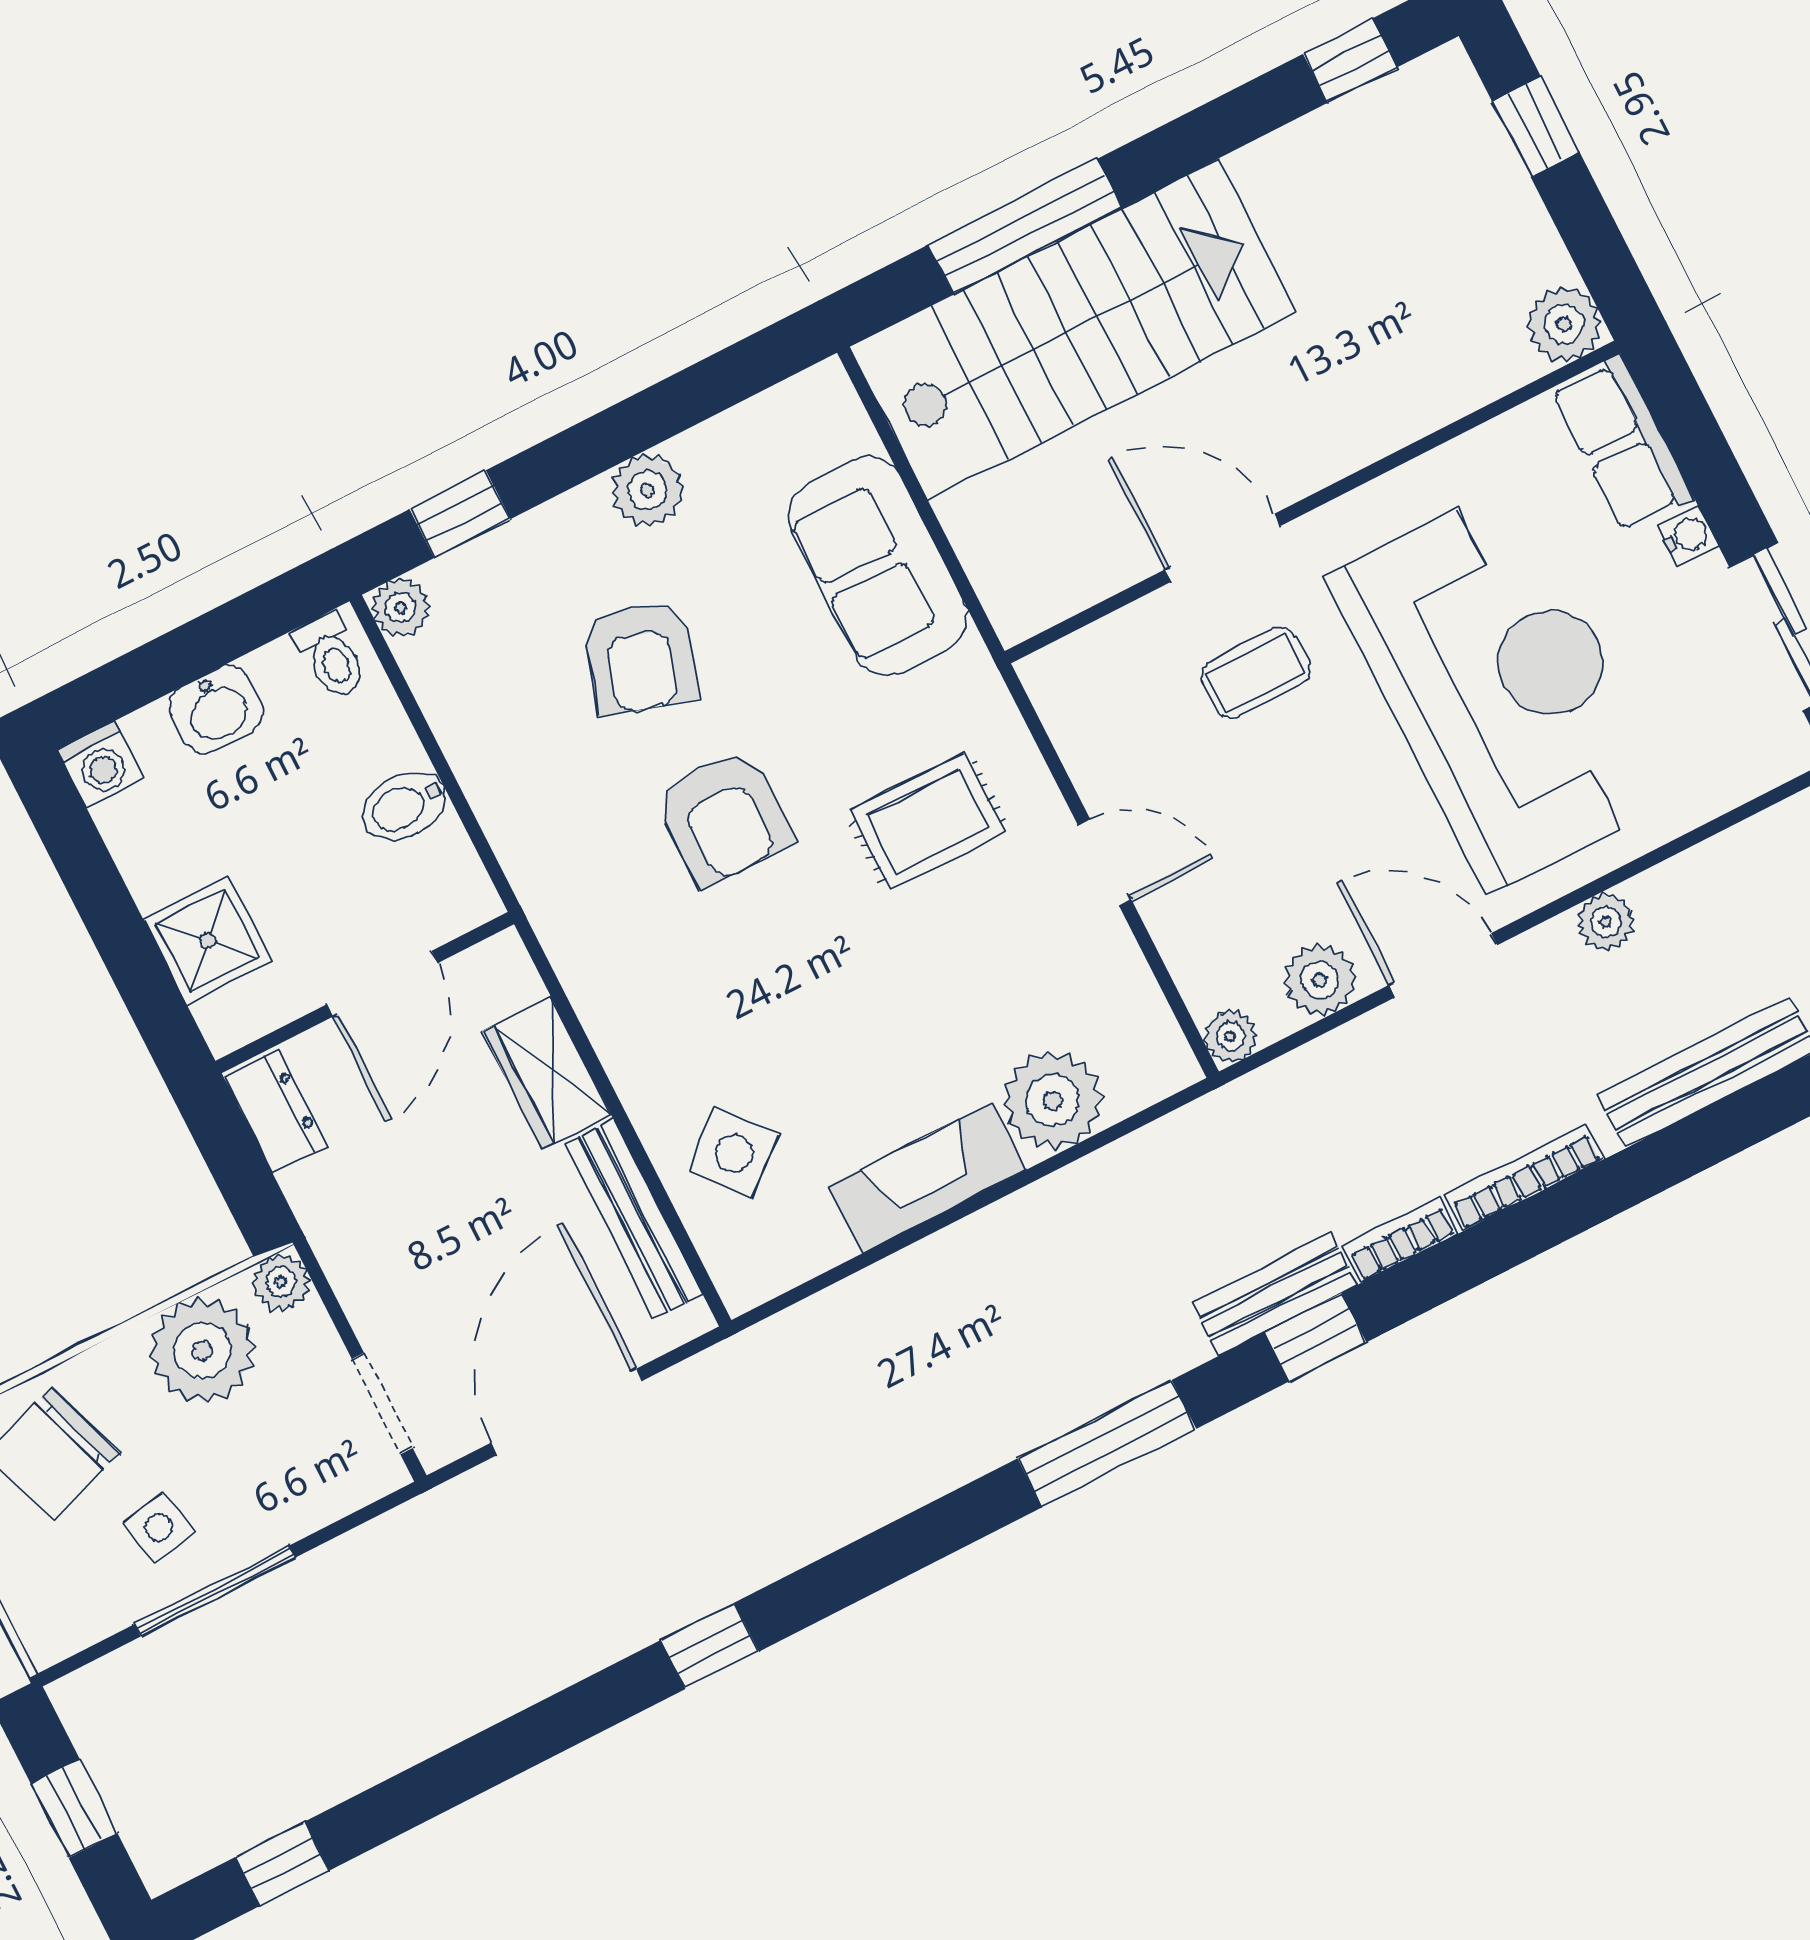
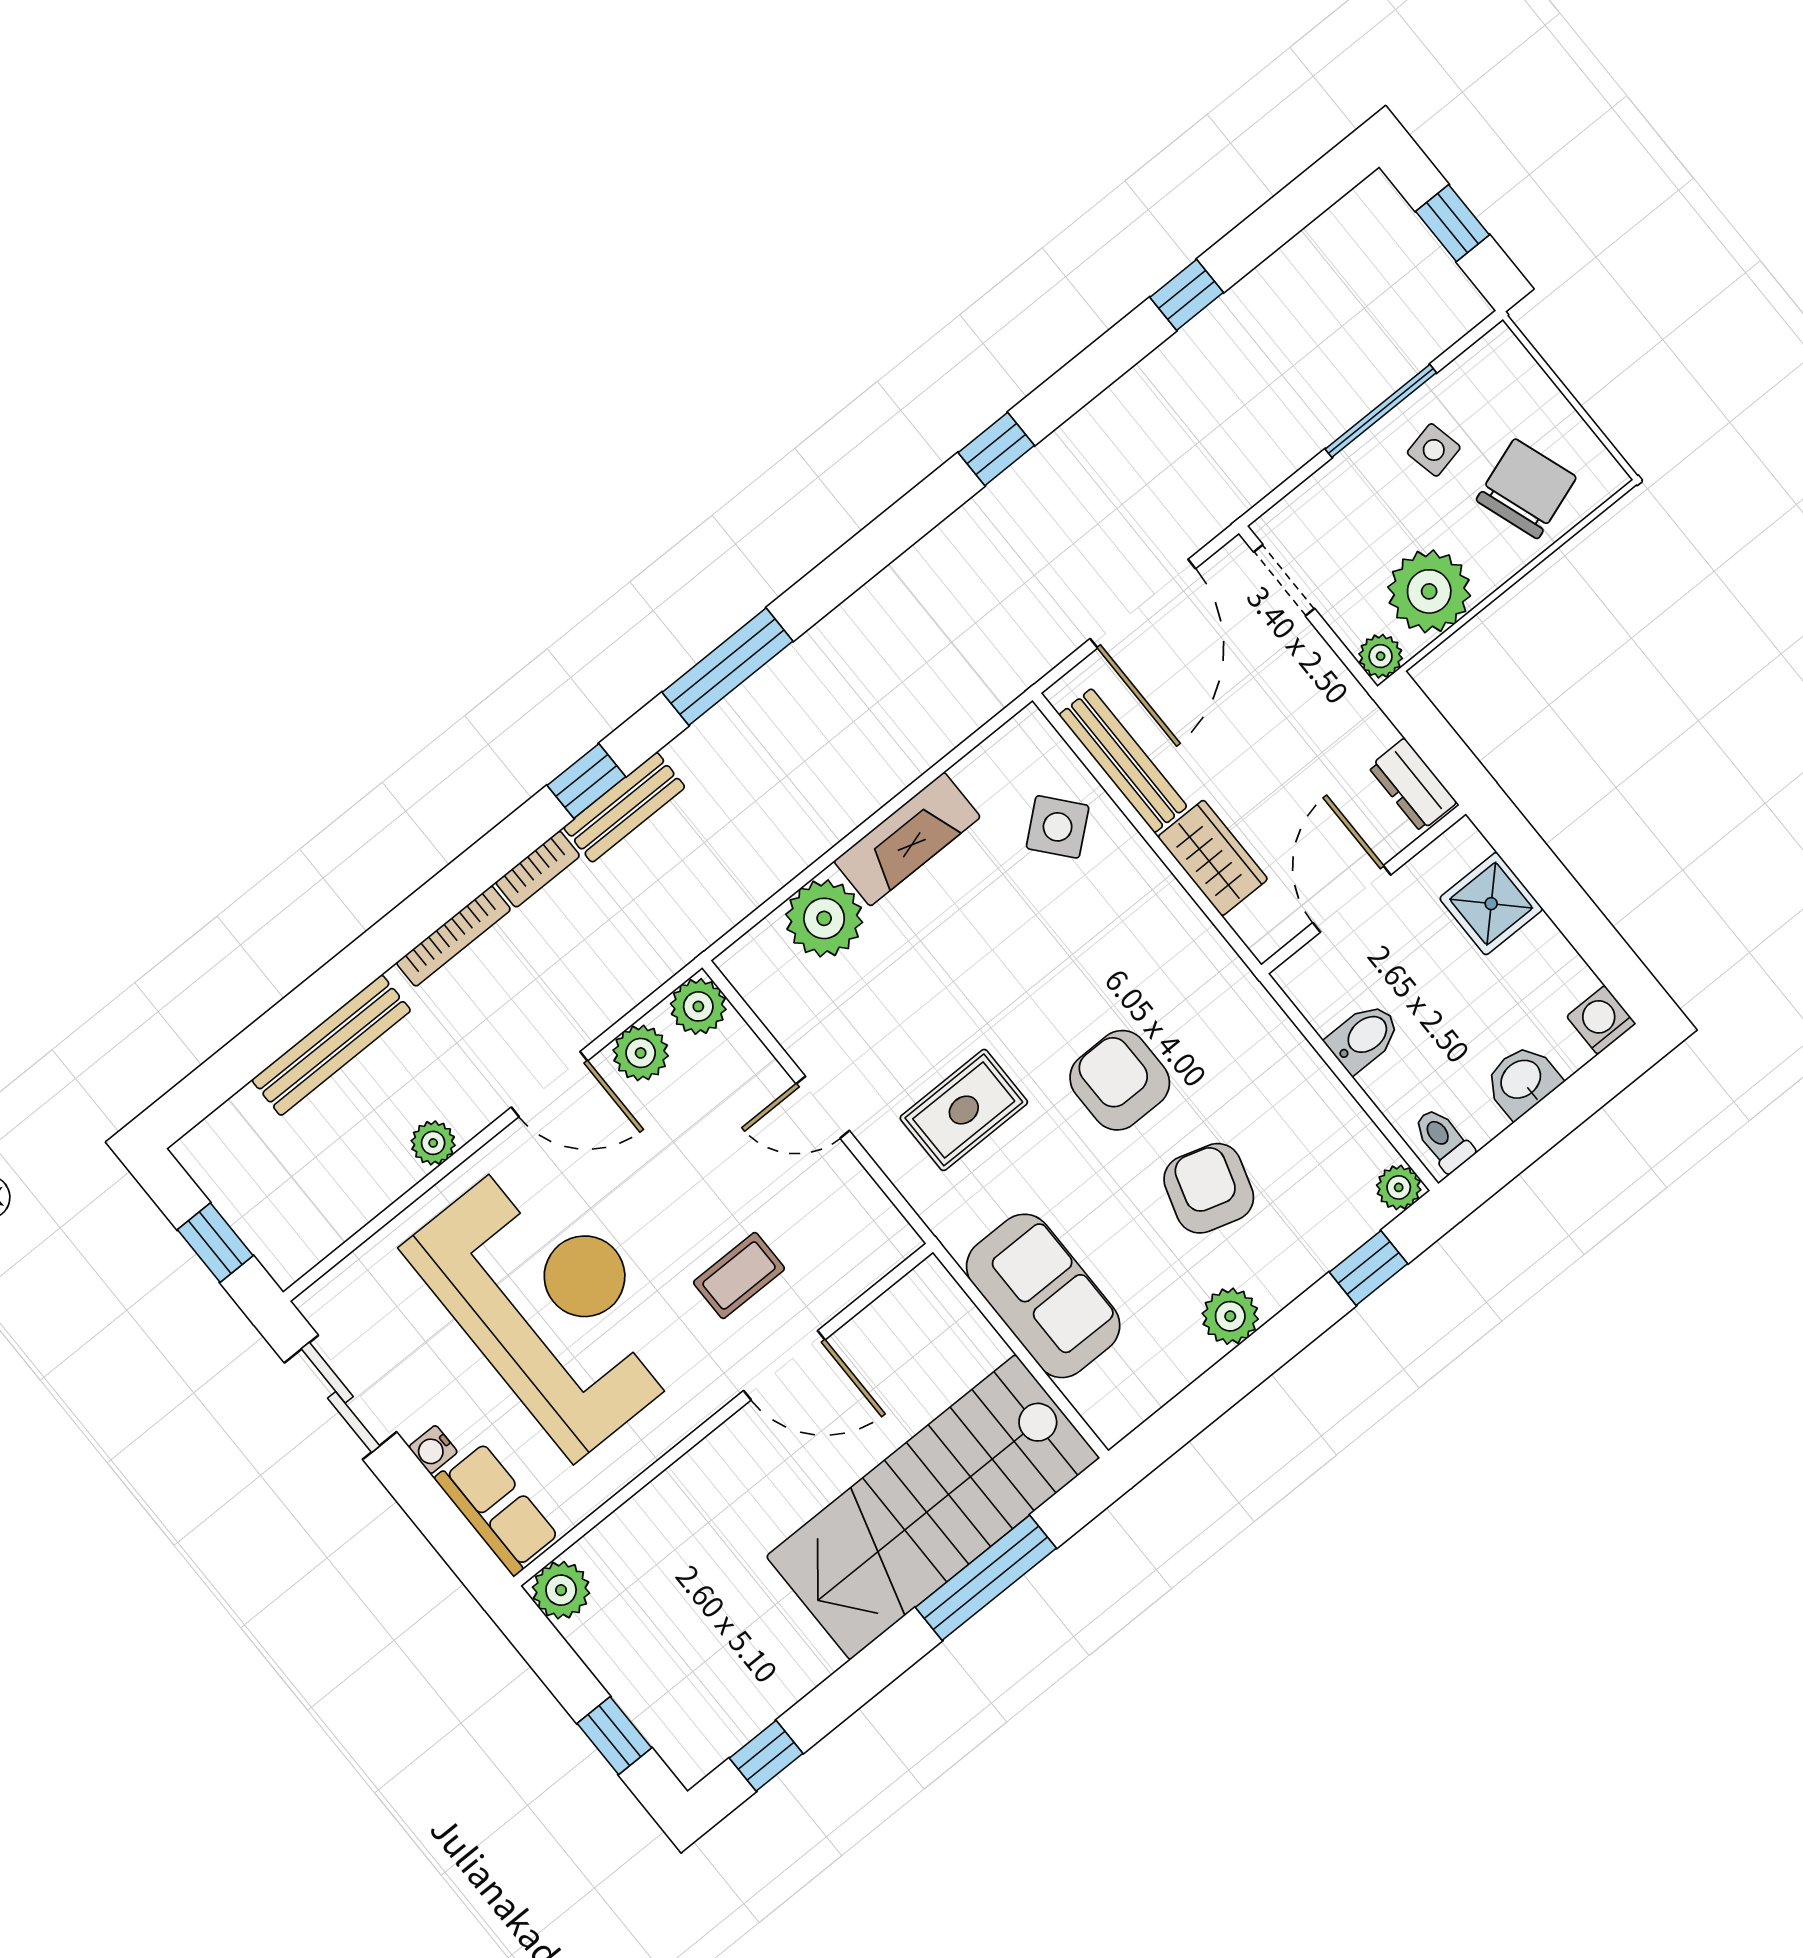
reception desk: (1500, 688) -> (551, 1304), turned 180
plant: (1230, 1036) -> (698, 1006), width x1.38, depth x1.38
window: (282, 1864) -> (1187, 295), moved

